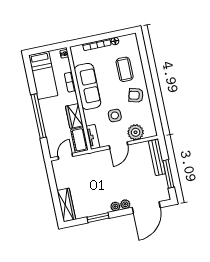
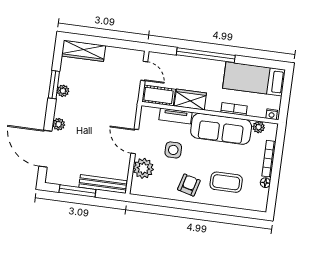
plant: (77, 60) -> (259, 127), added
tv unit: (93, 137) -> (175, 116), moved
plant: (115, 206) -> (63, 91), moved

